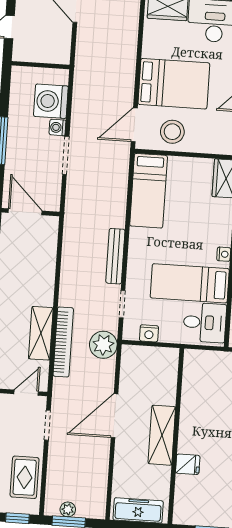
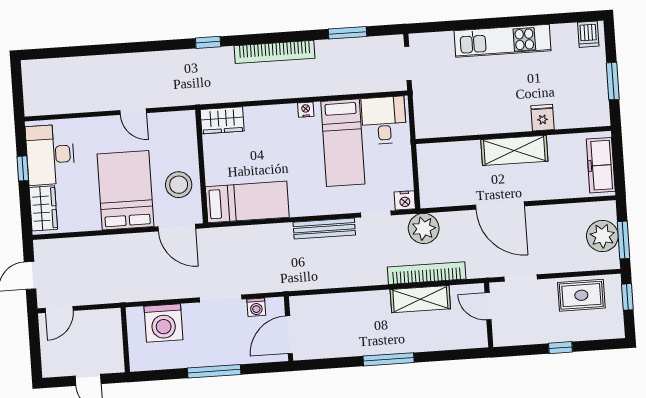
washing machine: (58, 127) -> (256, 307), moved
nightstand: (149, 333) -> (405, 200), moved, turned 90
plant: (68, 509) -> (602, 236), width x1.88, depth x1.88

